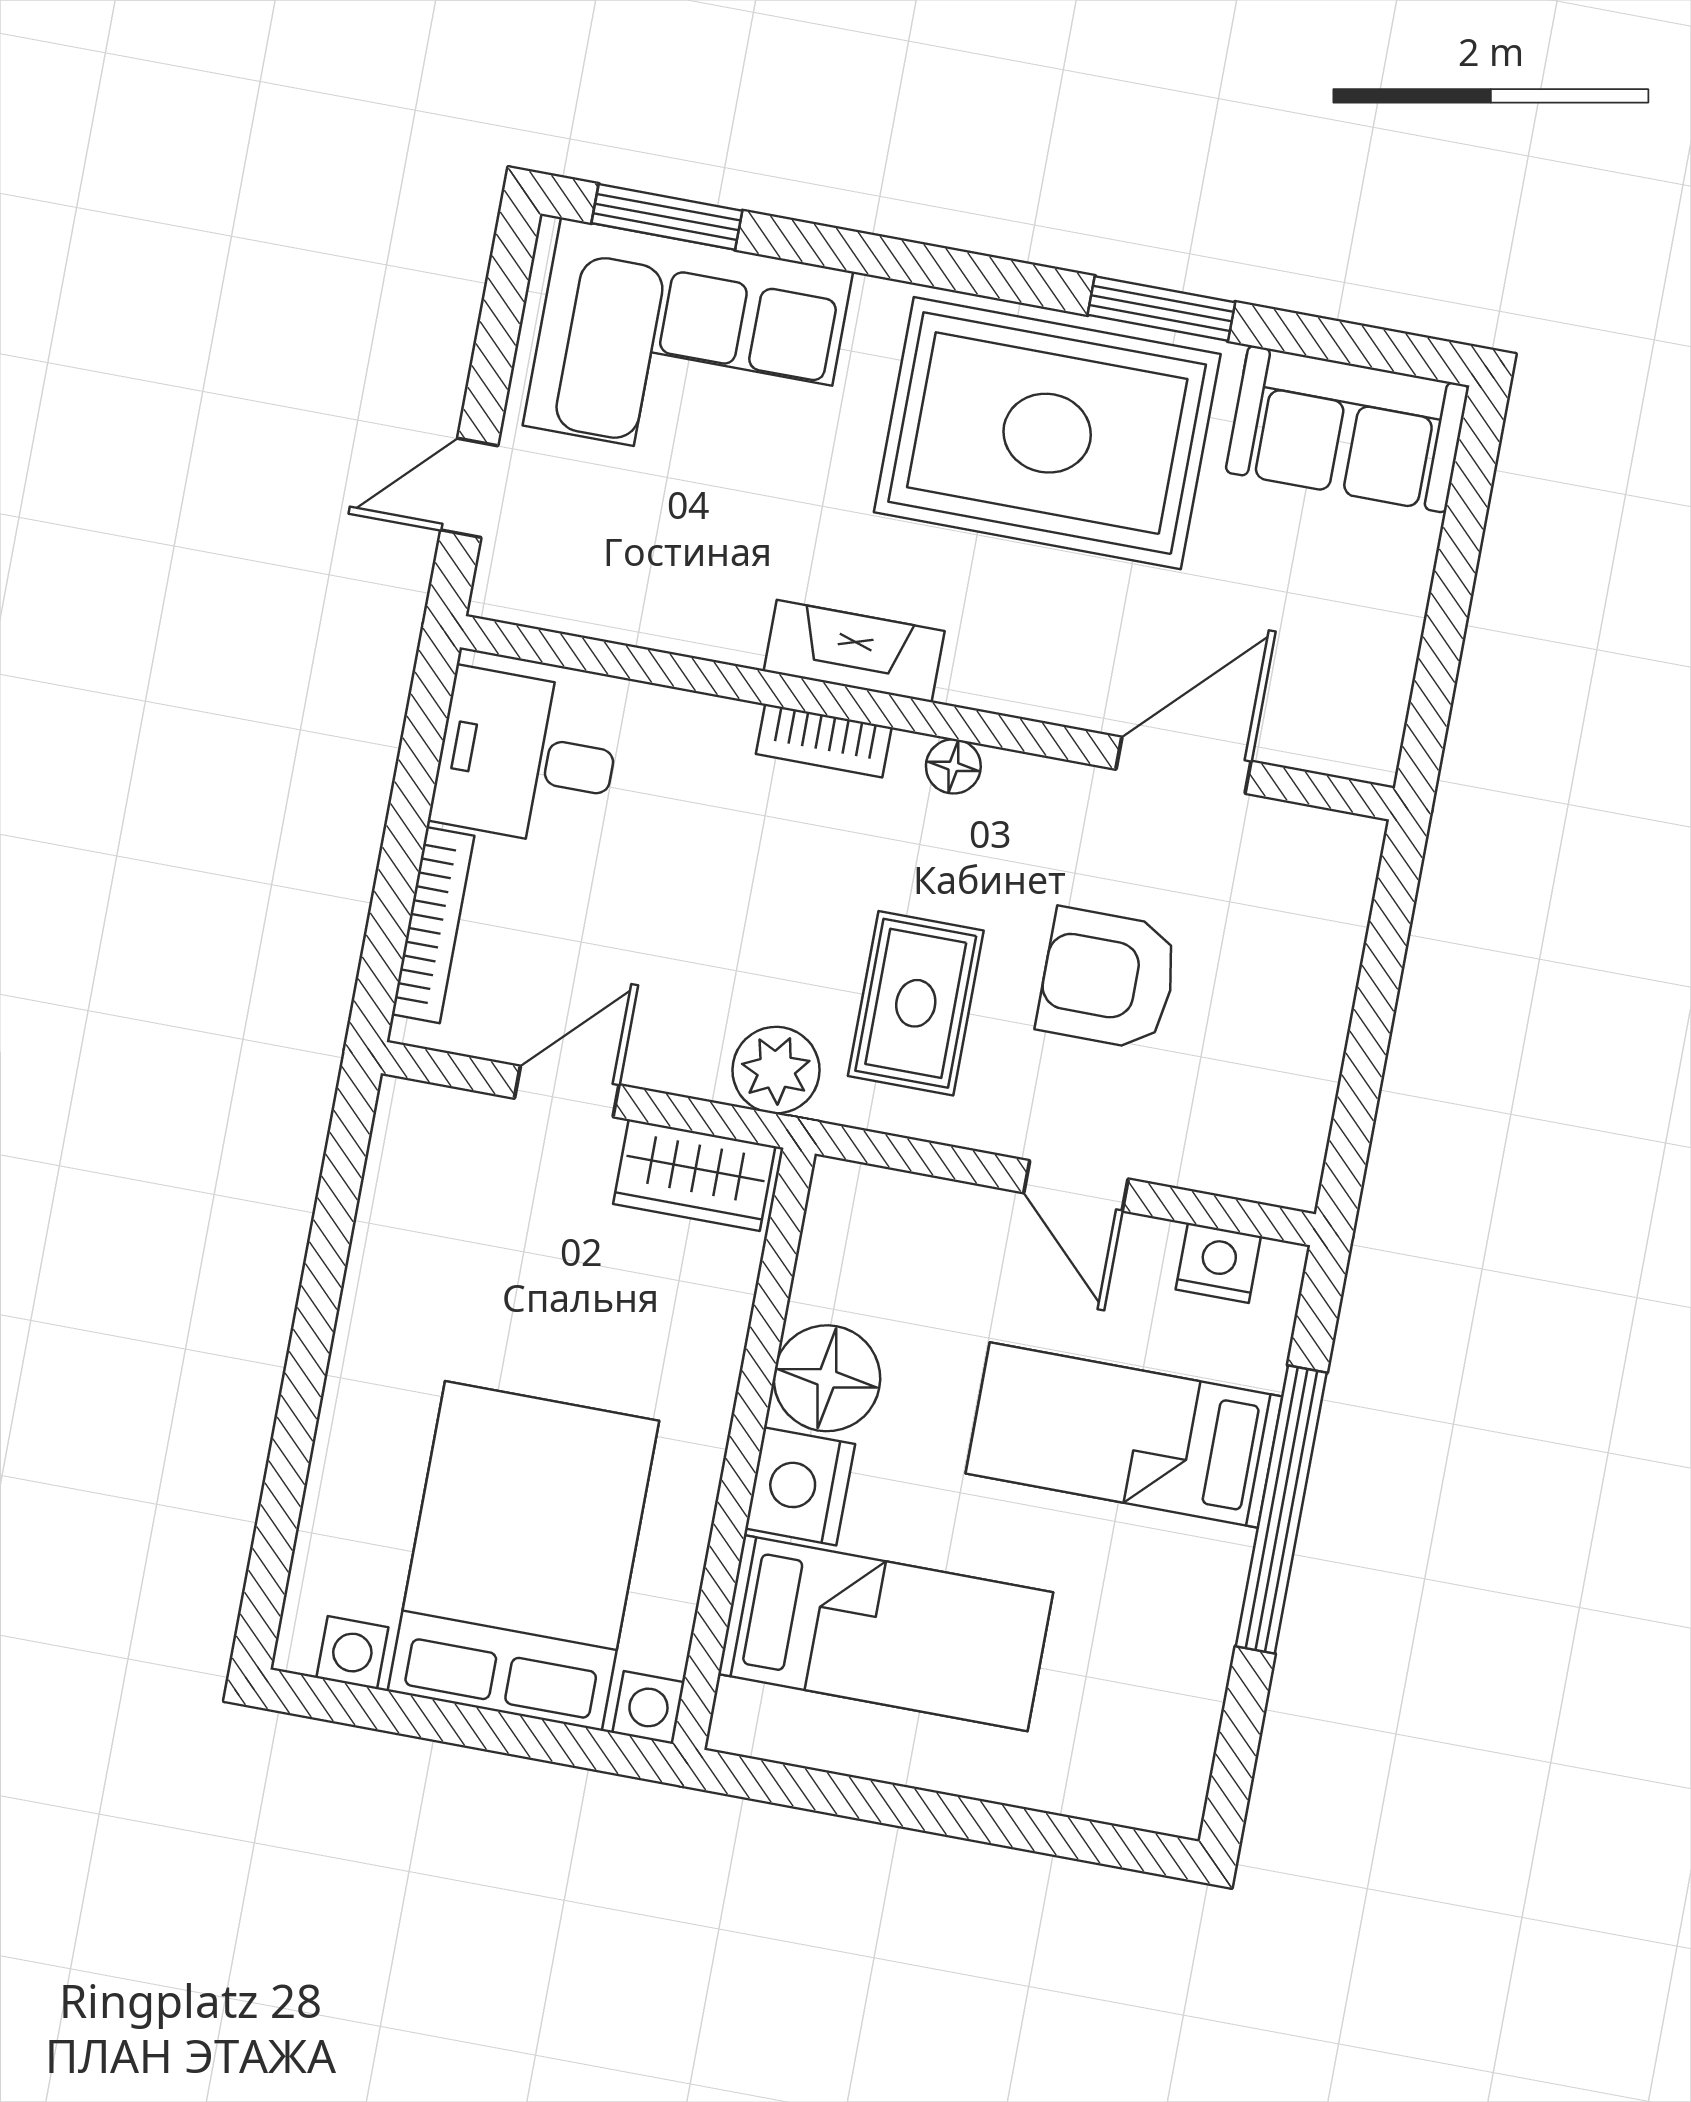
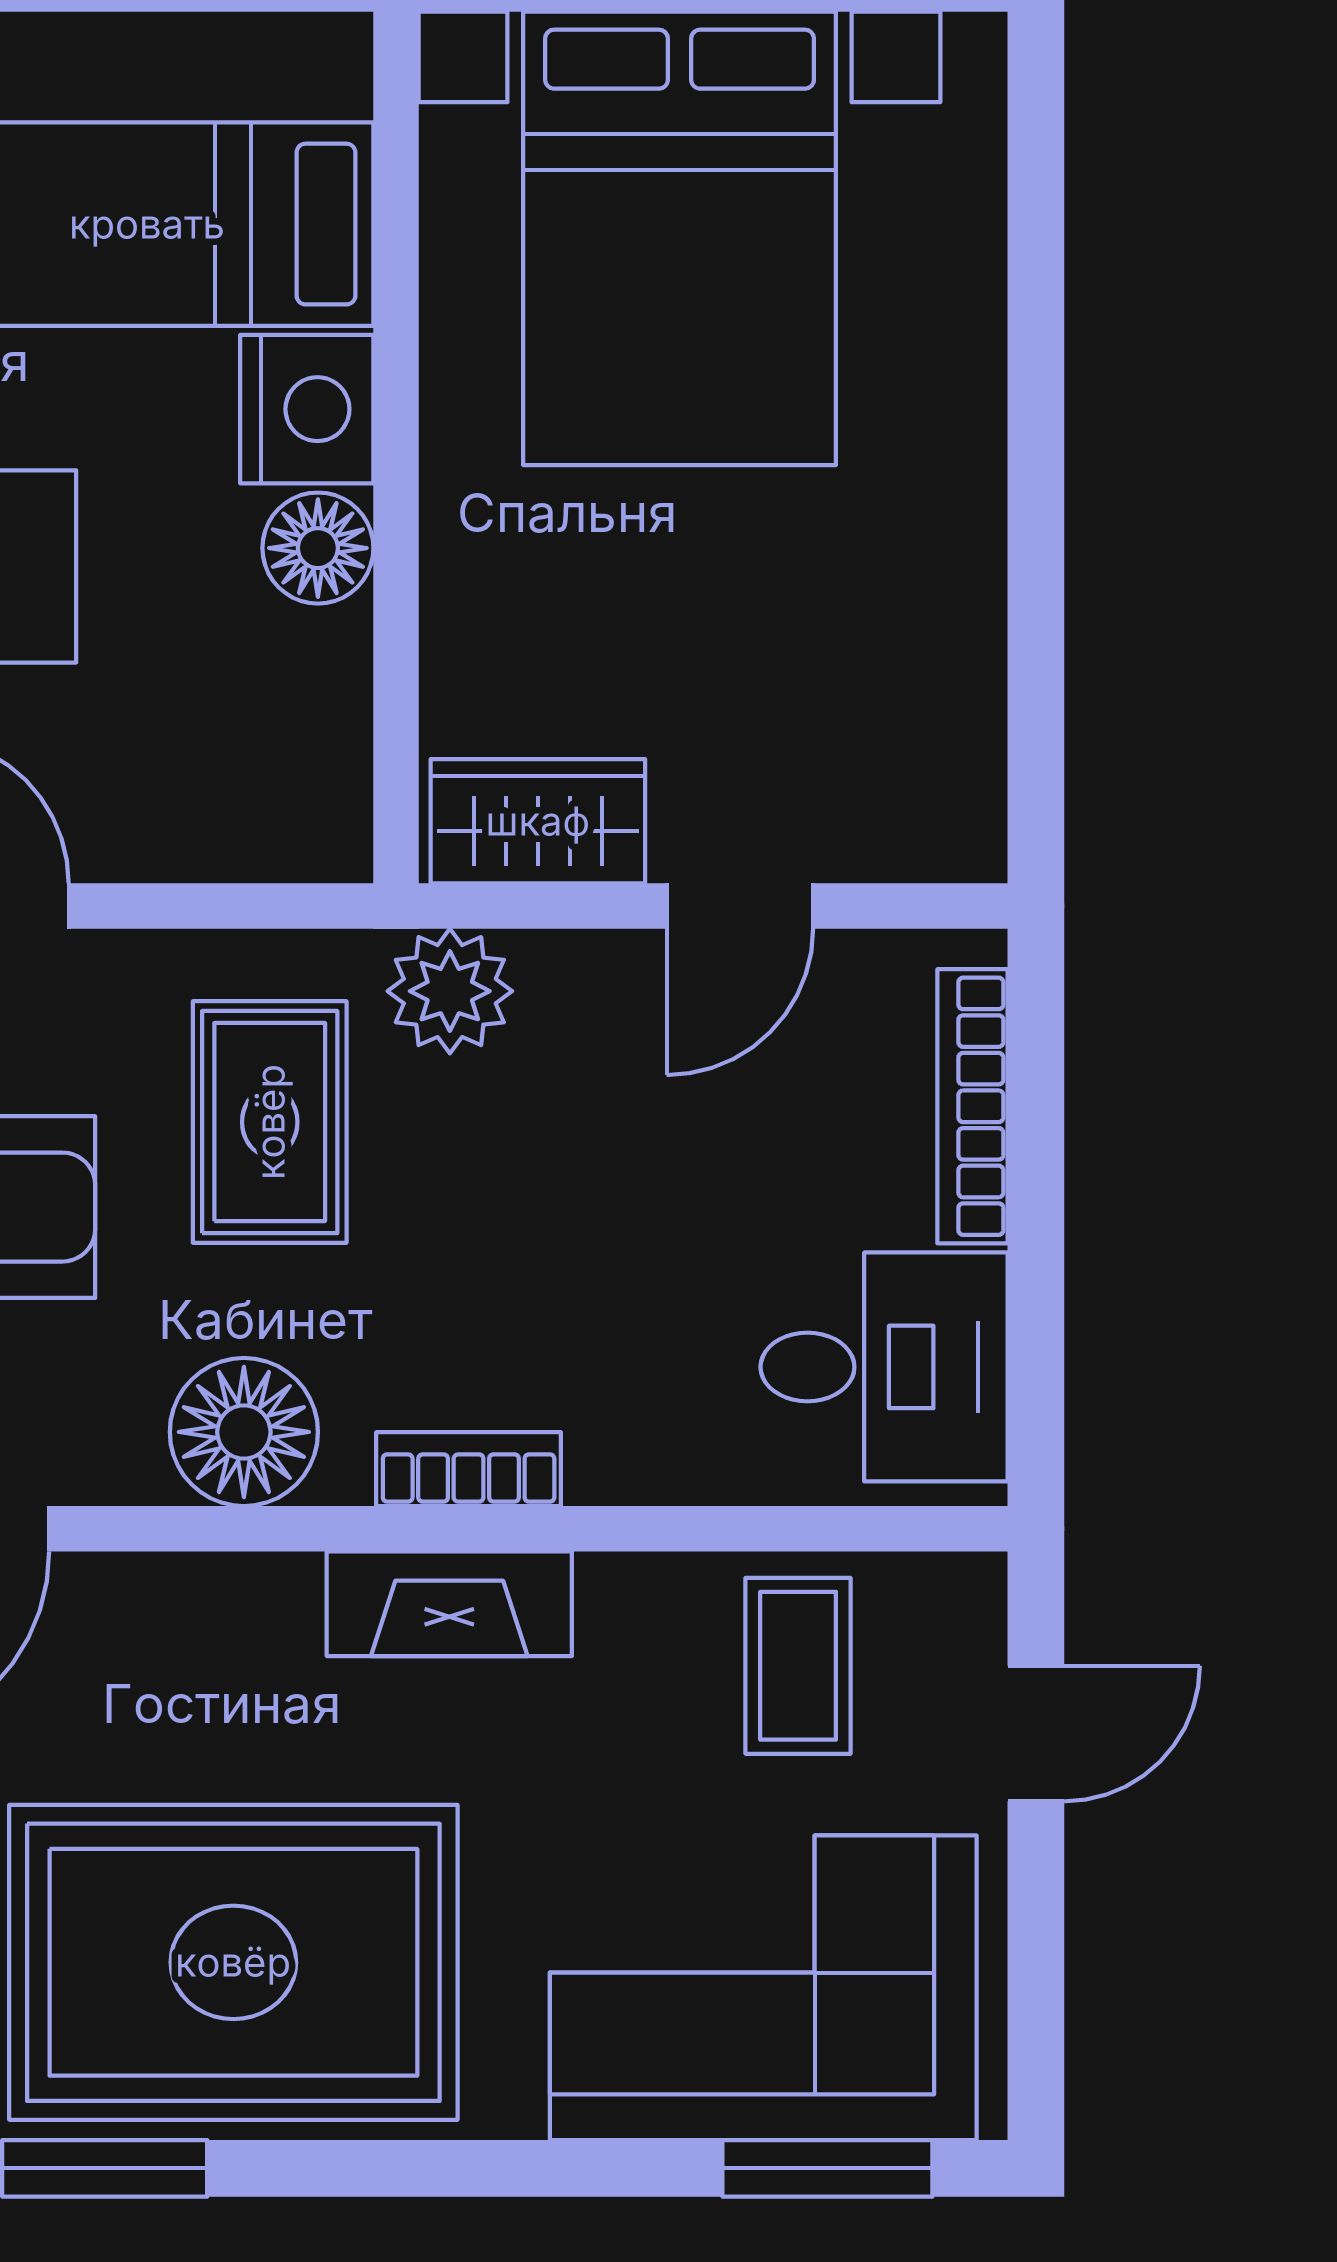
coffee table: (623, 564) -> (798, 1666), added
floor lamp: (953, 766) -> (244, 1432), width x1.89, depth x1.89
floor lamp: (827, 1378) -> (318, 548), width x0.73, depth x0.73

